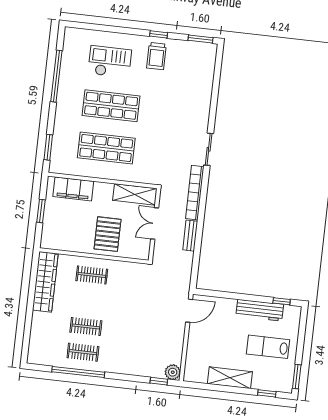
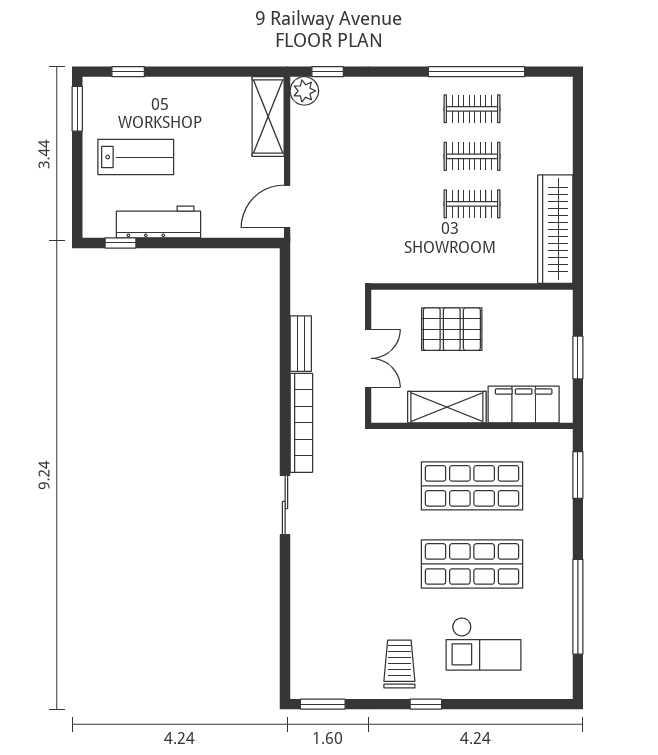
window: (159, 34) -> (426, 704), moved
shelving: (135, 194) -> (447, 407), moved
pallet: (108, 234) -> (452, 329), turned 90
clothes rail: (92, 275) -> (472, 204), moved
shelving: (230, 378) -> (268, 116), moved, turned 90

